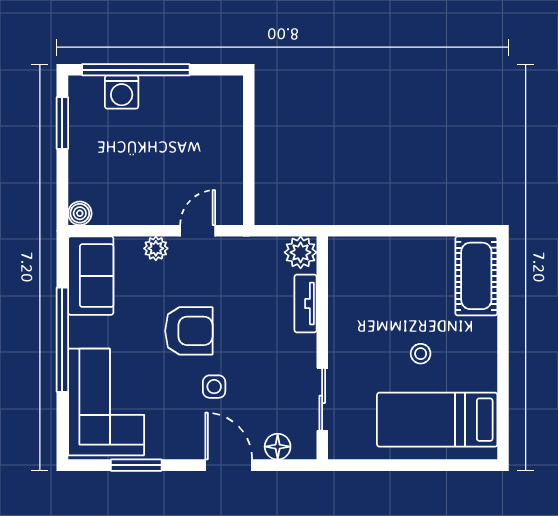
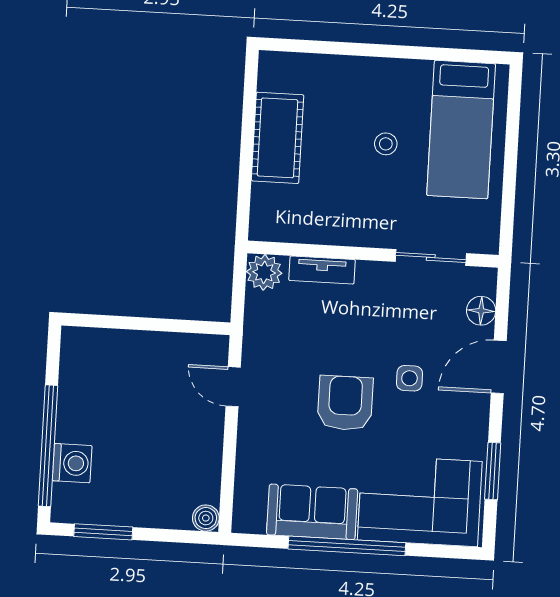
plant: (156, 248) -> (250, 435), removed
sofa: (91, 276) -> (312, 512), moved
cot: (476, 276) -> (278, 138), moved, turned 90

